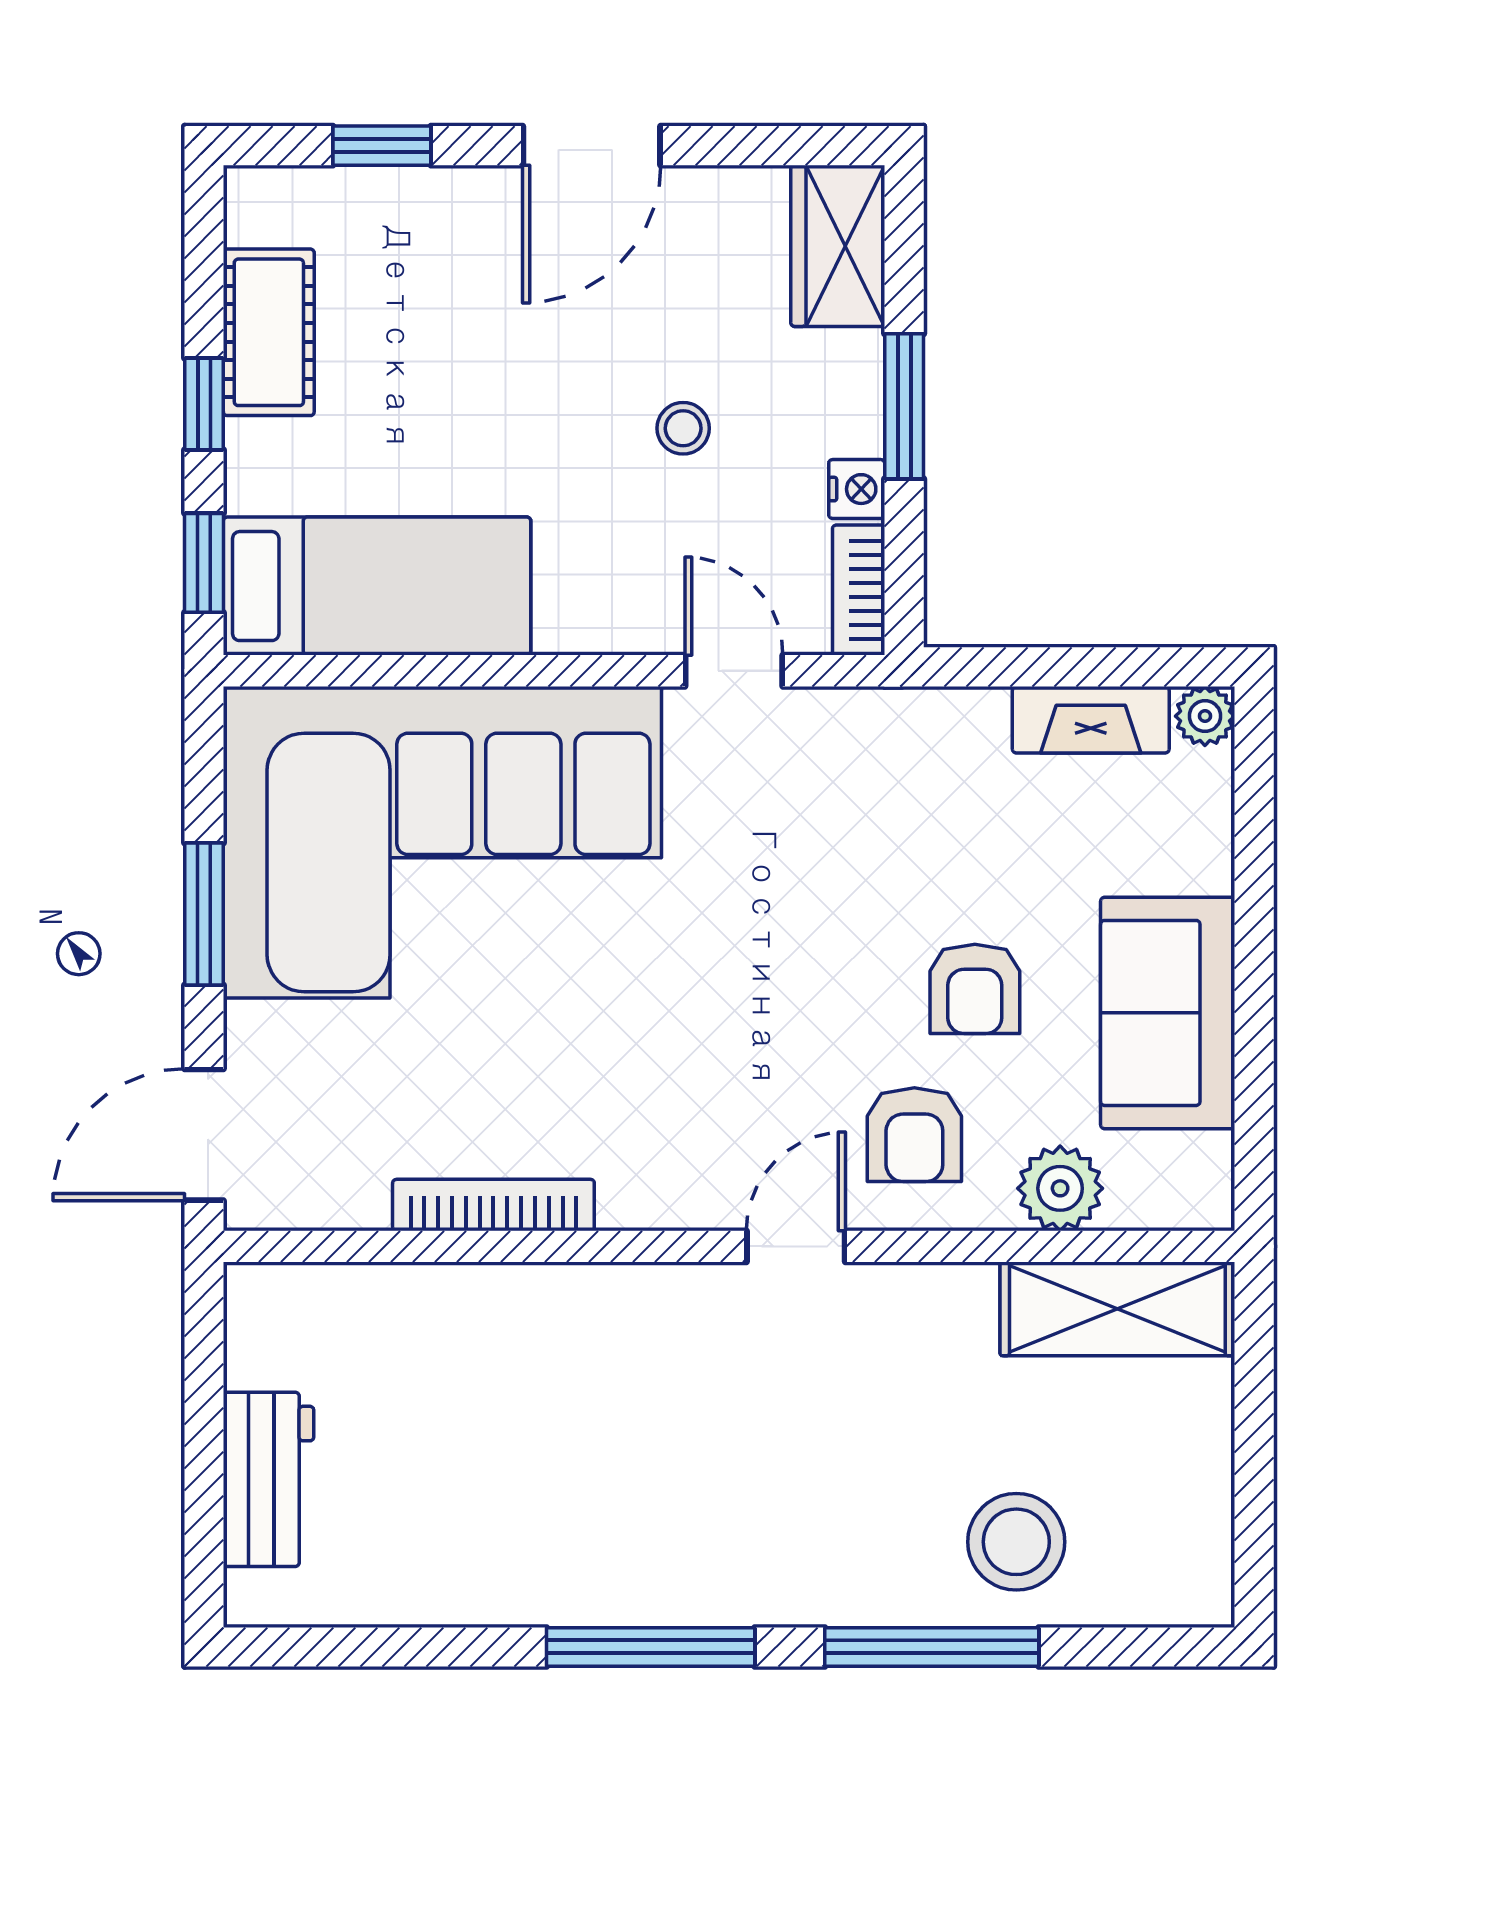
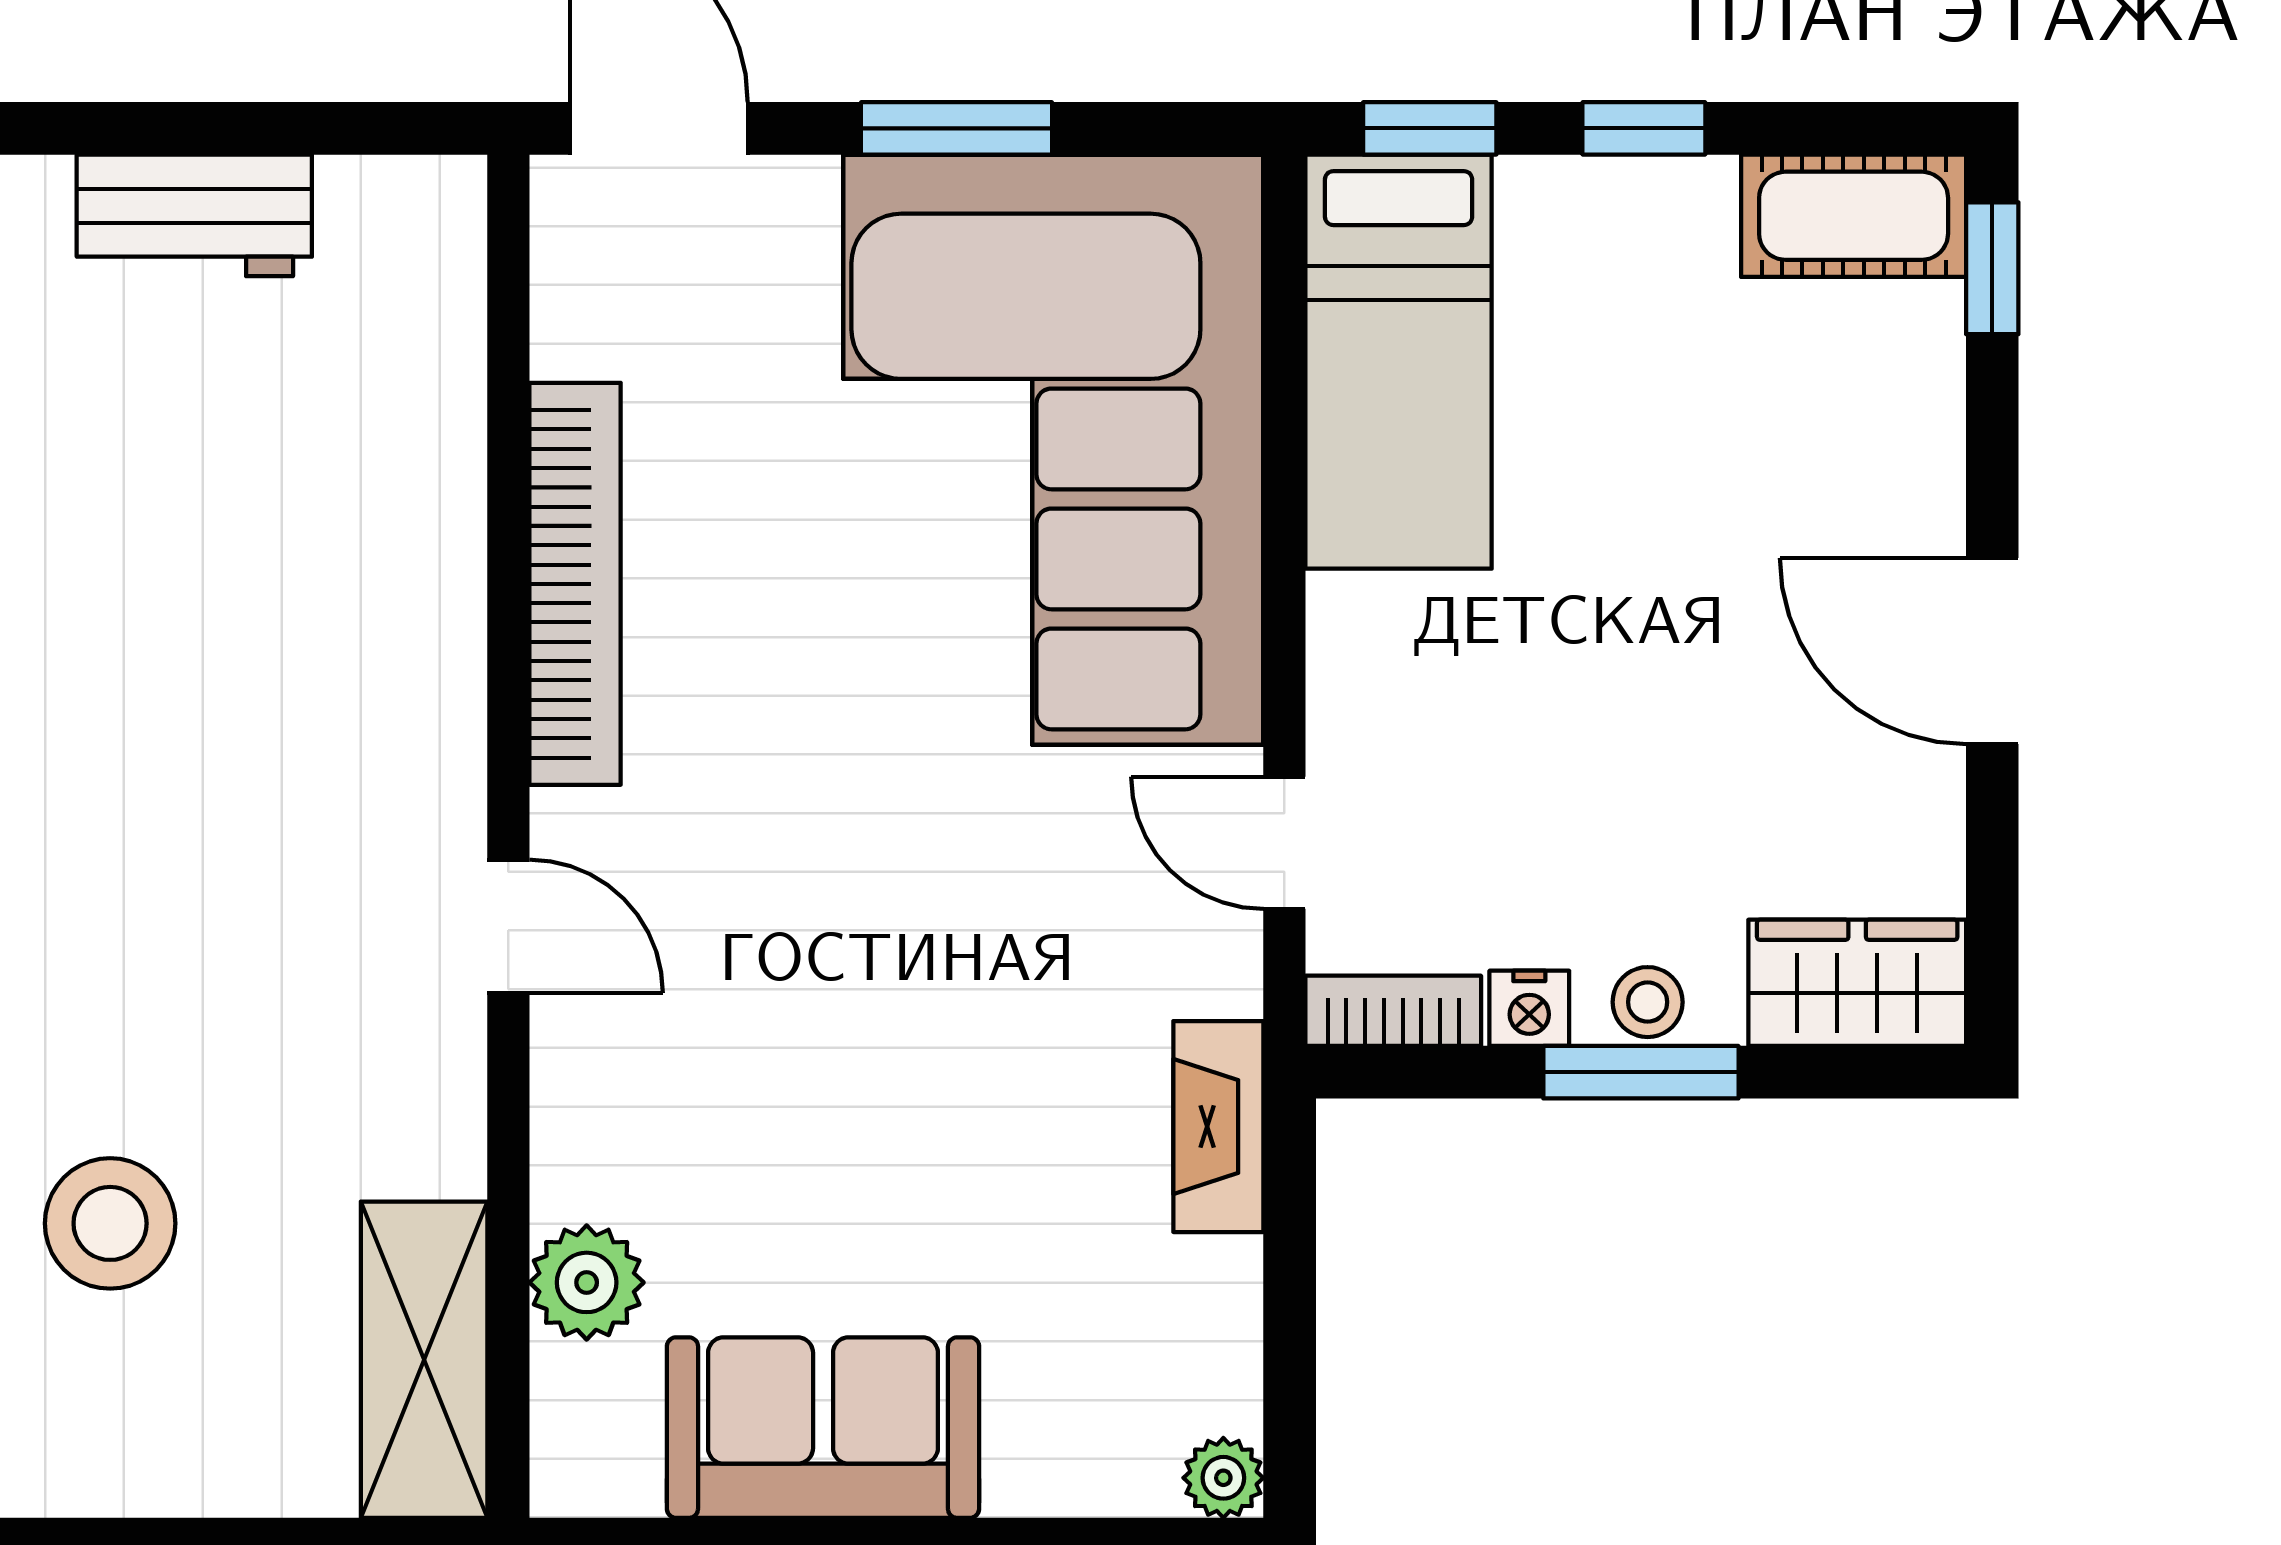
window: (382, 146) -> (1992, 268), moved
cot: (269, 332) -> (1854, 216), moved
stool: (683, 428) -> (1648, 1002), moved
door: (734, 671) -> (1284, 843), swing flipped
fireplace: (1091, 720) -> (1218, 1127), moved
armchair: (975, 989) -> (856, 1168), removed
armchair: (914, 1135) -> (659, 1086), removed
bookcase: (493, 1205) -> (575, 584), width x1.48, depth x1.31

